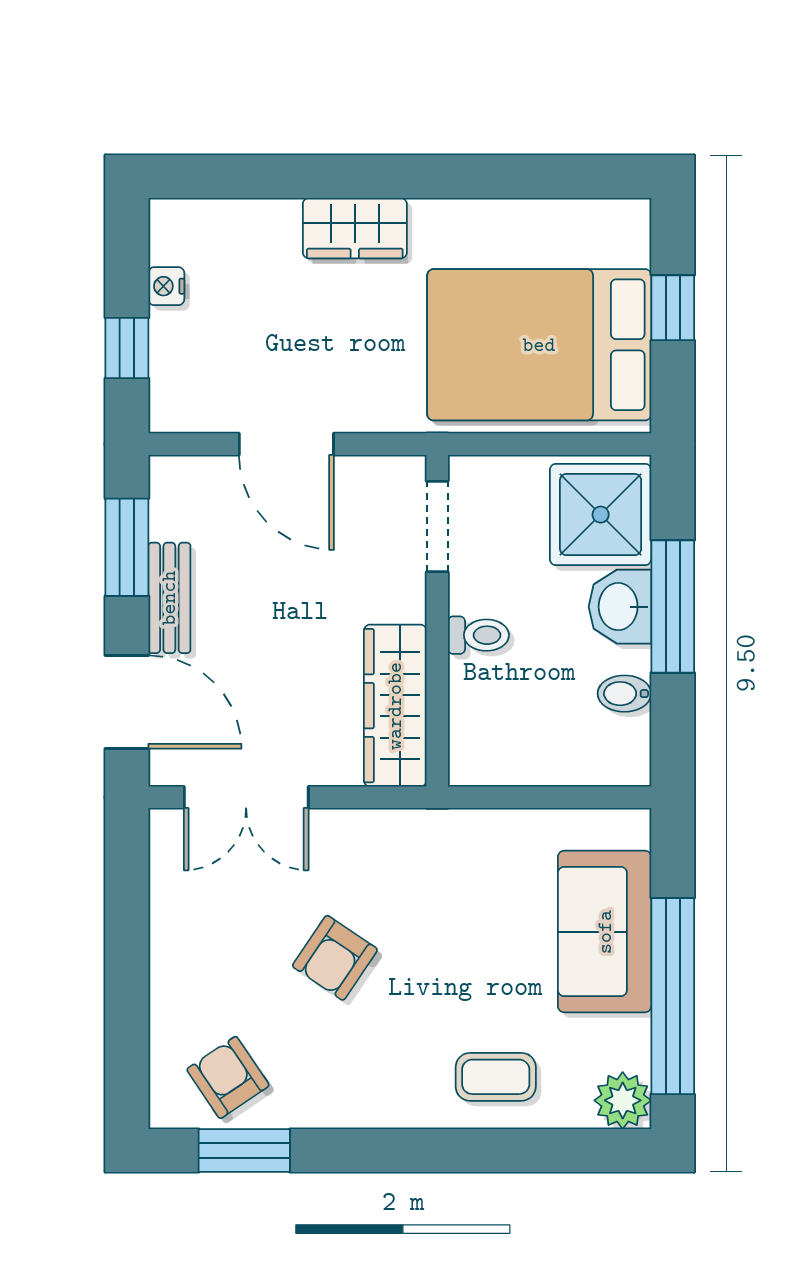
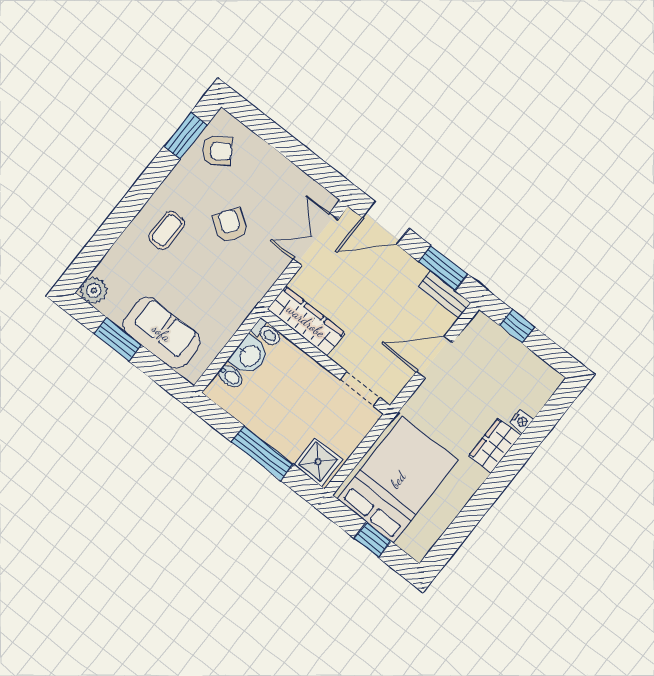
nightstand: (166, 286) -> (521, 421), moved, turned 90
shower: (601, 515) -> (318, 462), width x0.73, depth x0.73
bench: (169, 598) -> (444, 295), moved
washbasin: (620, 607) -> (249, 355), moved, turned 90
toilet: (478, 635) -> (267, 333), moved, turned -90
bidet: (624, 694) -> (230, 376), moved, turned 90
window: (673, 996) -> (118, 339), width x0.47
coffee table: (496, 1077) -> (167, 230), moved

